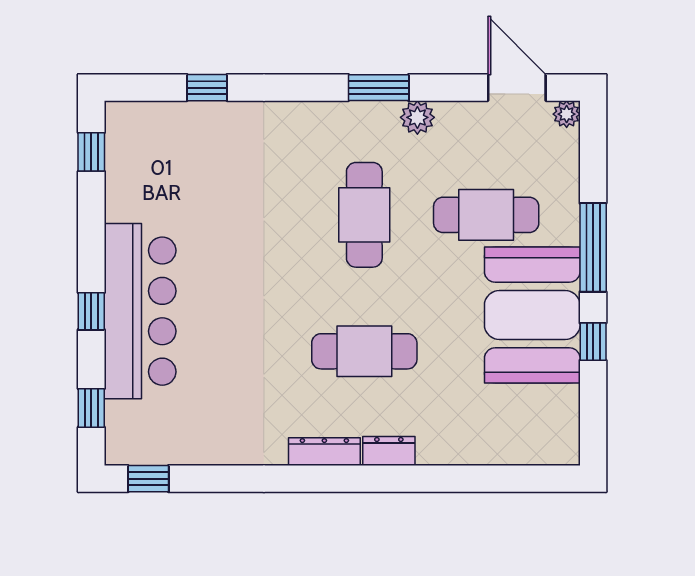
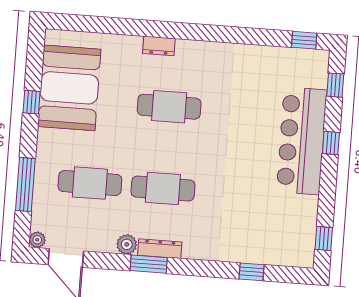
cafe table: (364, 215) -> (163, 188), turned 90
window: (593, 247) -> (25, 184), moved
booth: (532, 315) -> (69, 88), moved
dresser: (324, 452) -> (160, 249), moved, turned 180

